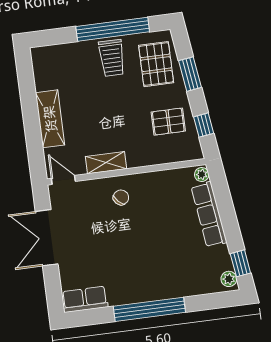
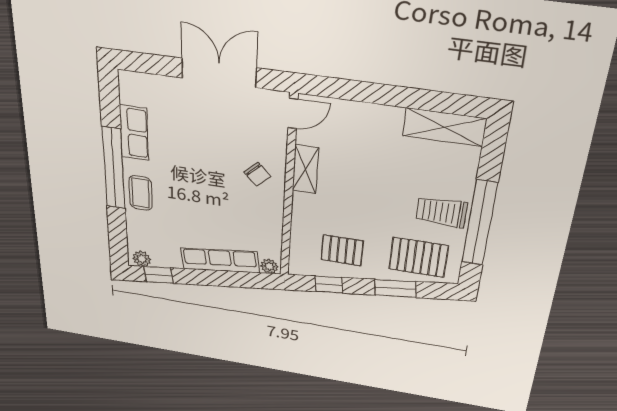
shelving: (50, 119) -> (444, 127), moved
pallet: (168, 122) -> (342, 250), turned 90
coffee table: (165, 286) -> (141, 193), added
row of seats: (85, 299) -> (134, 133), moved

